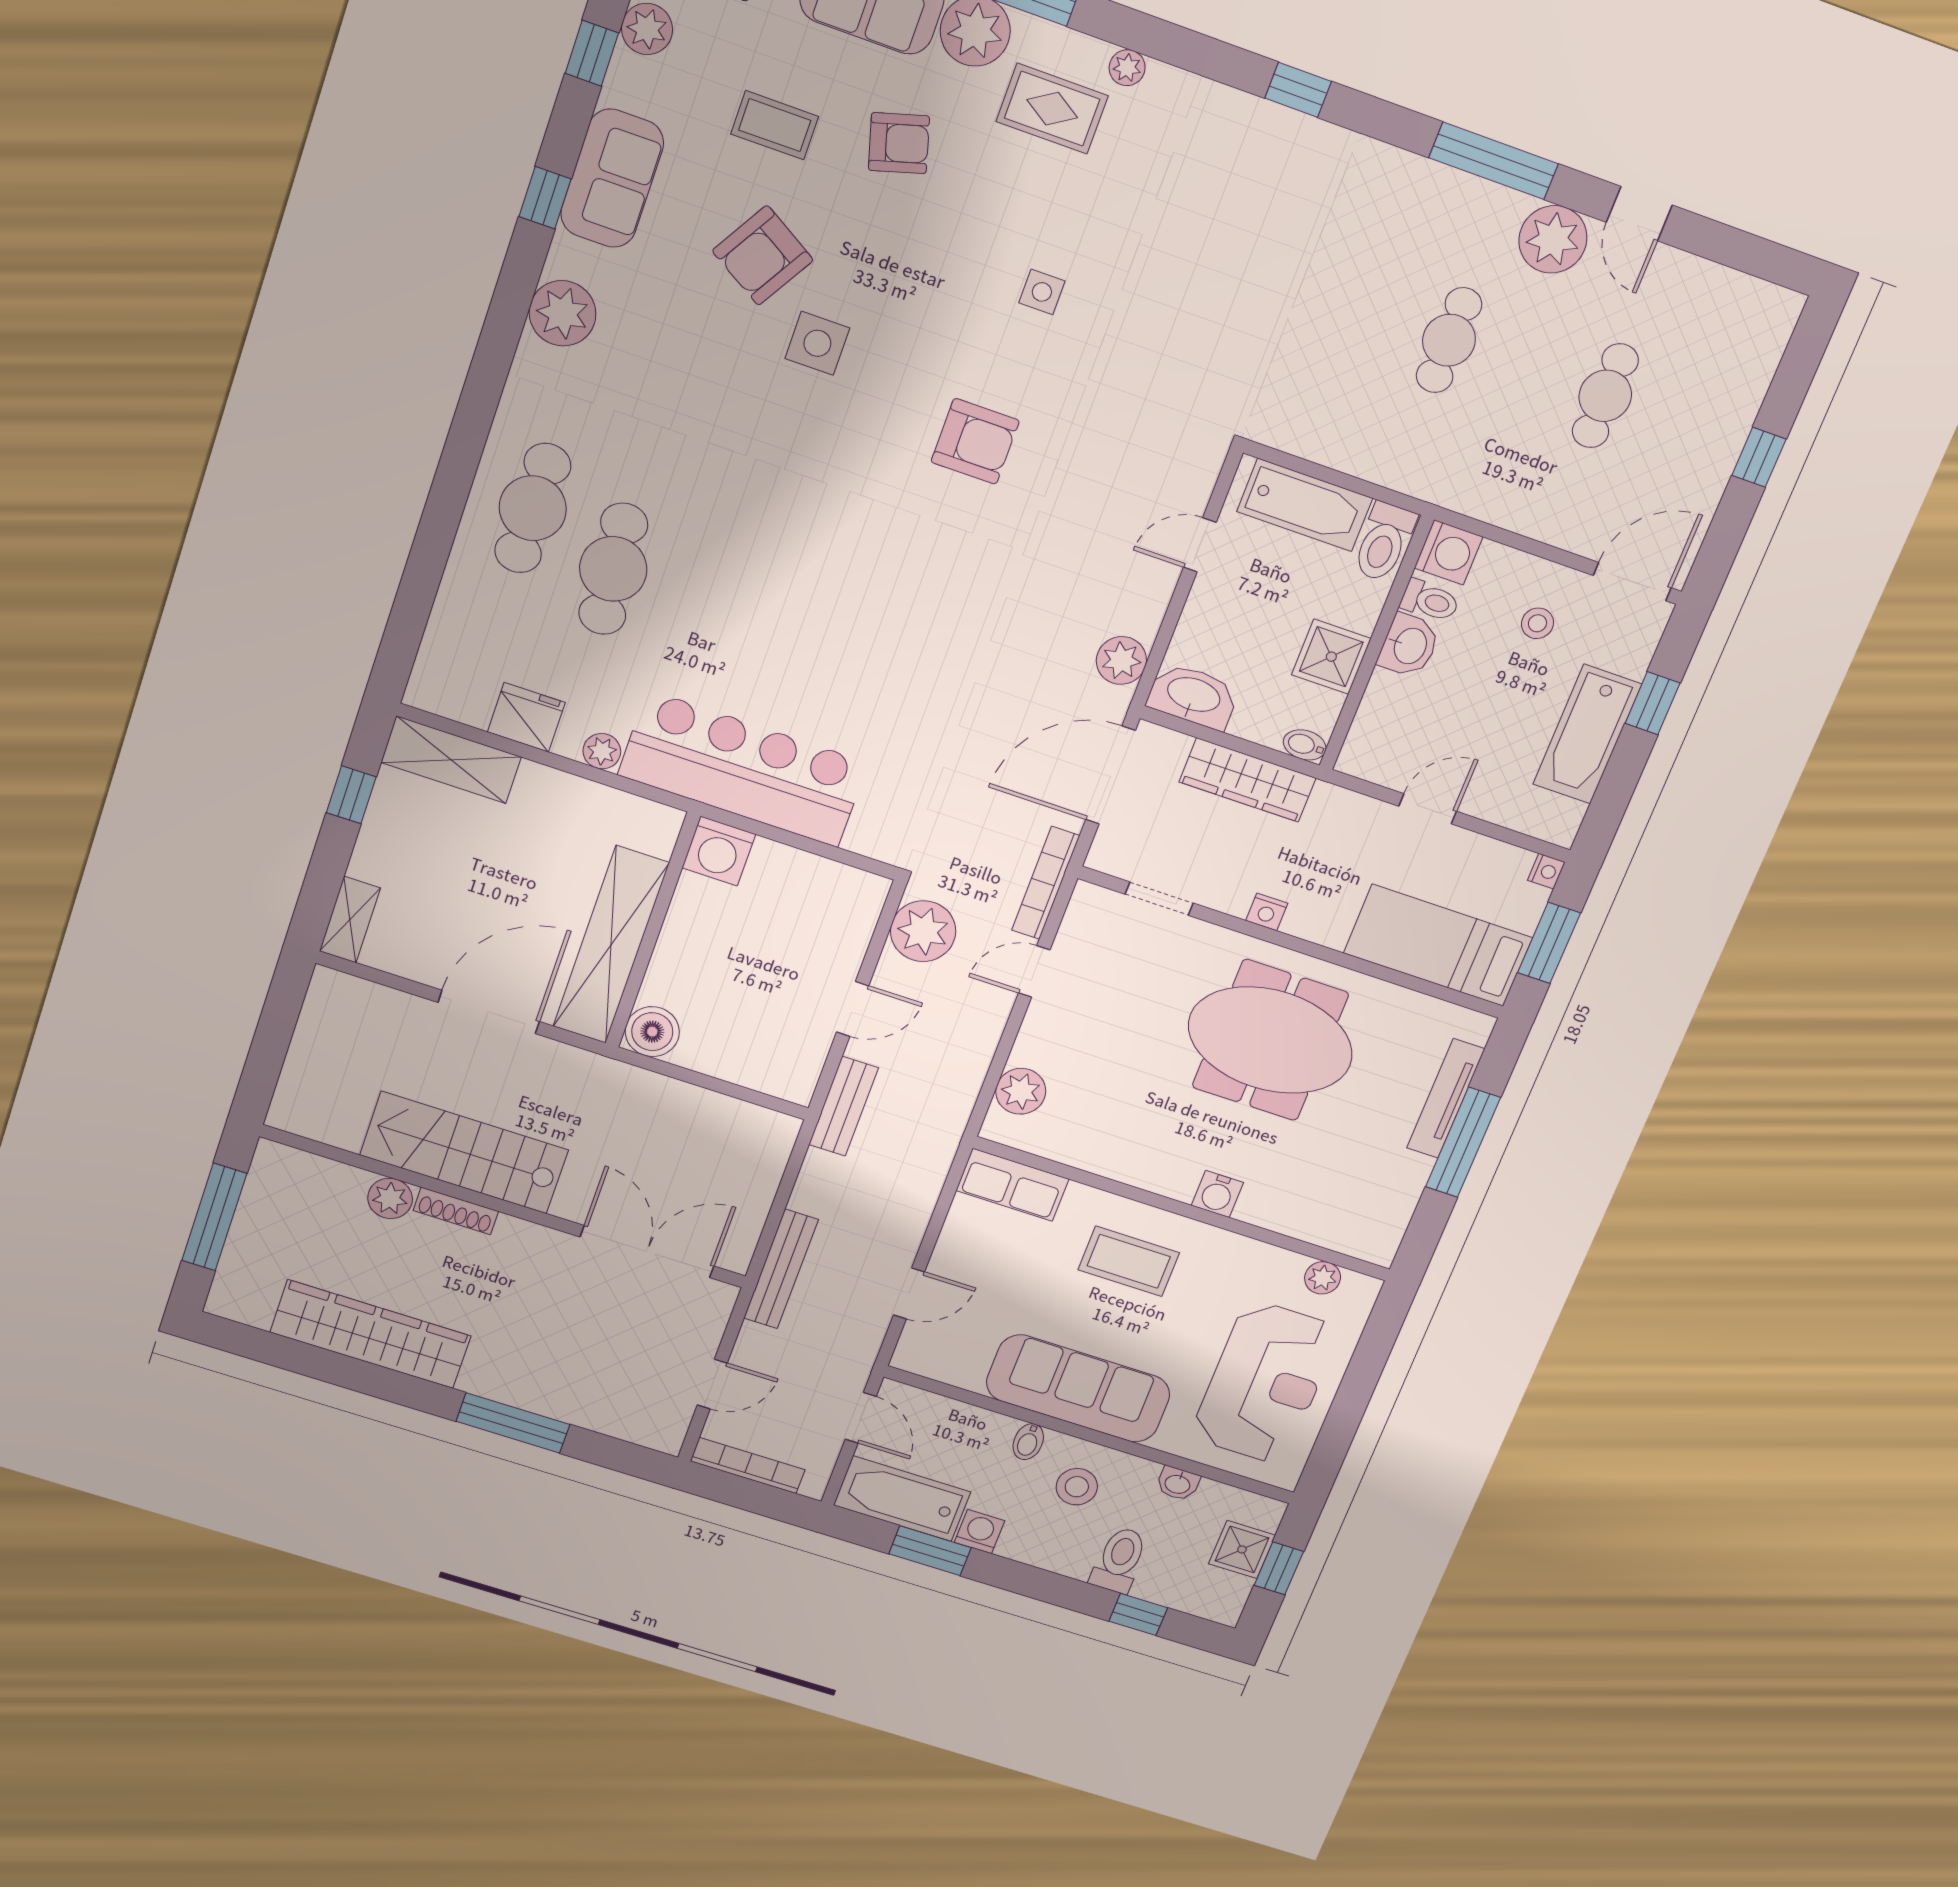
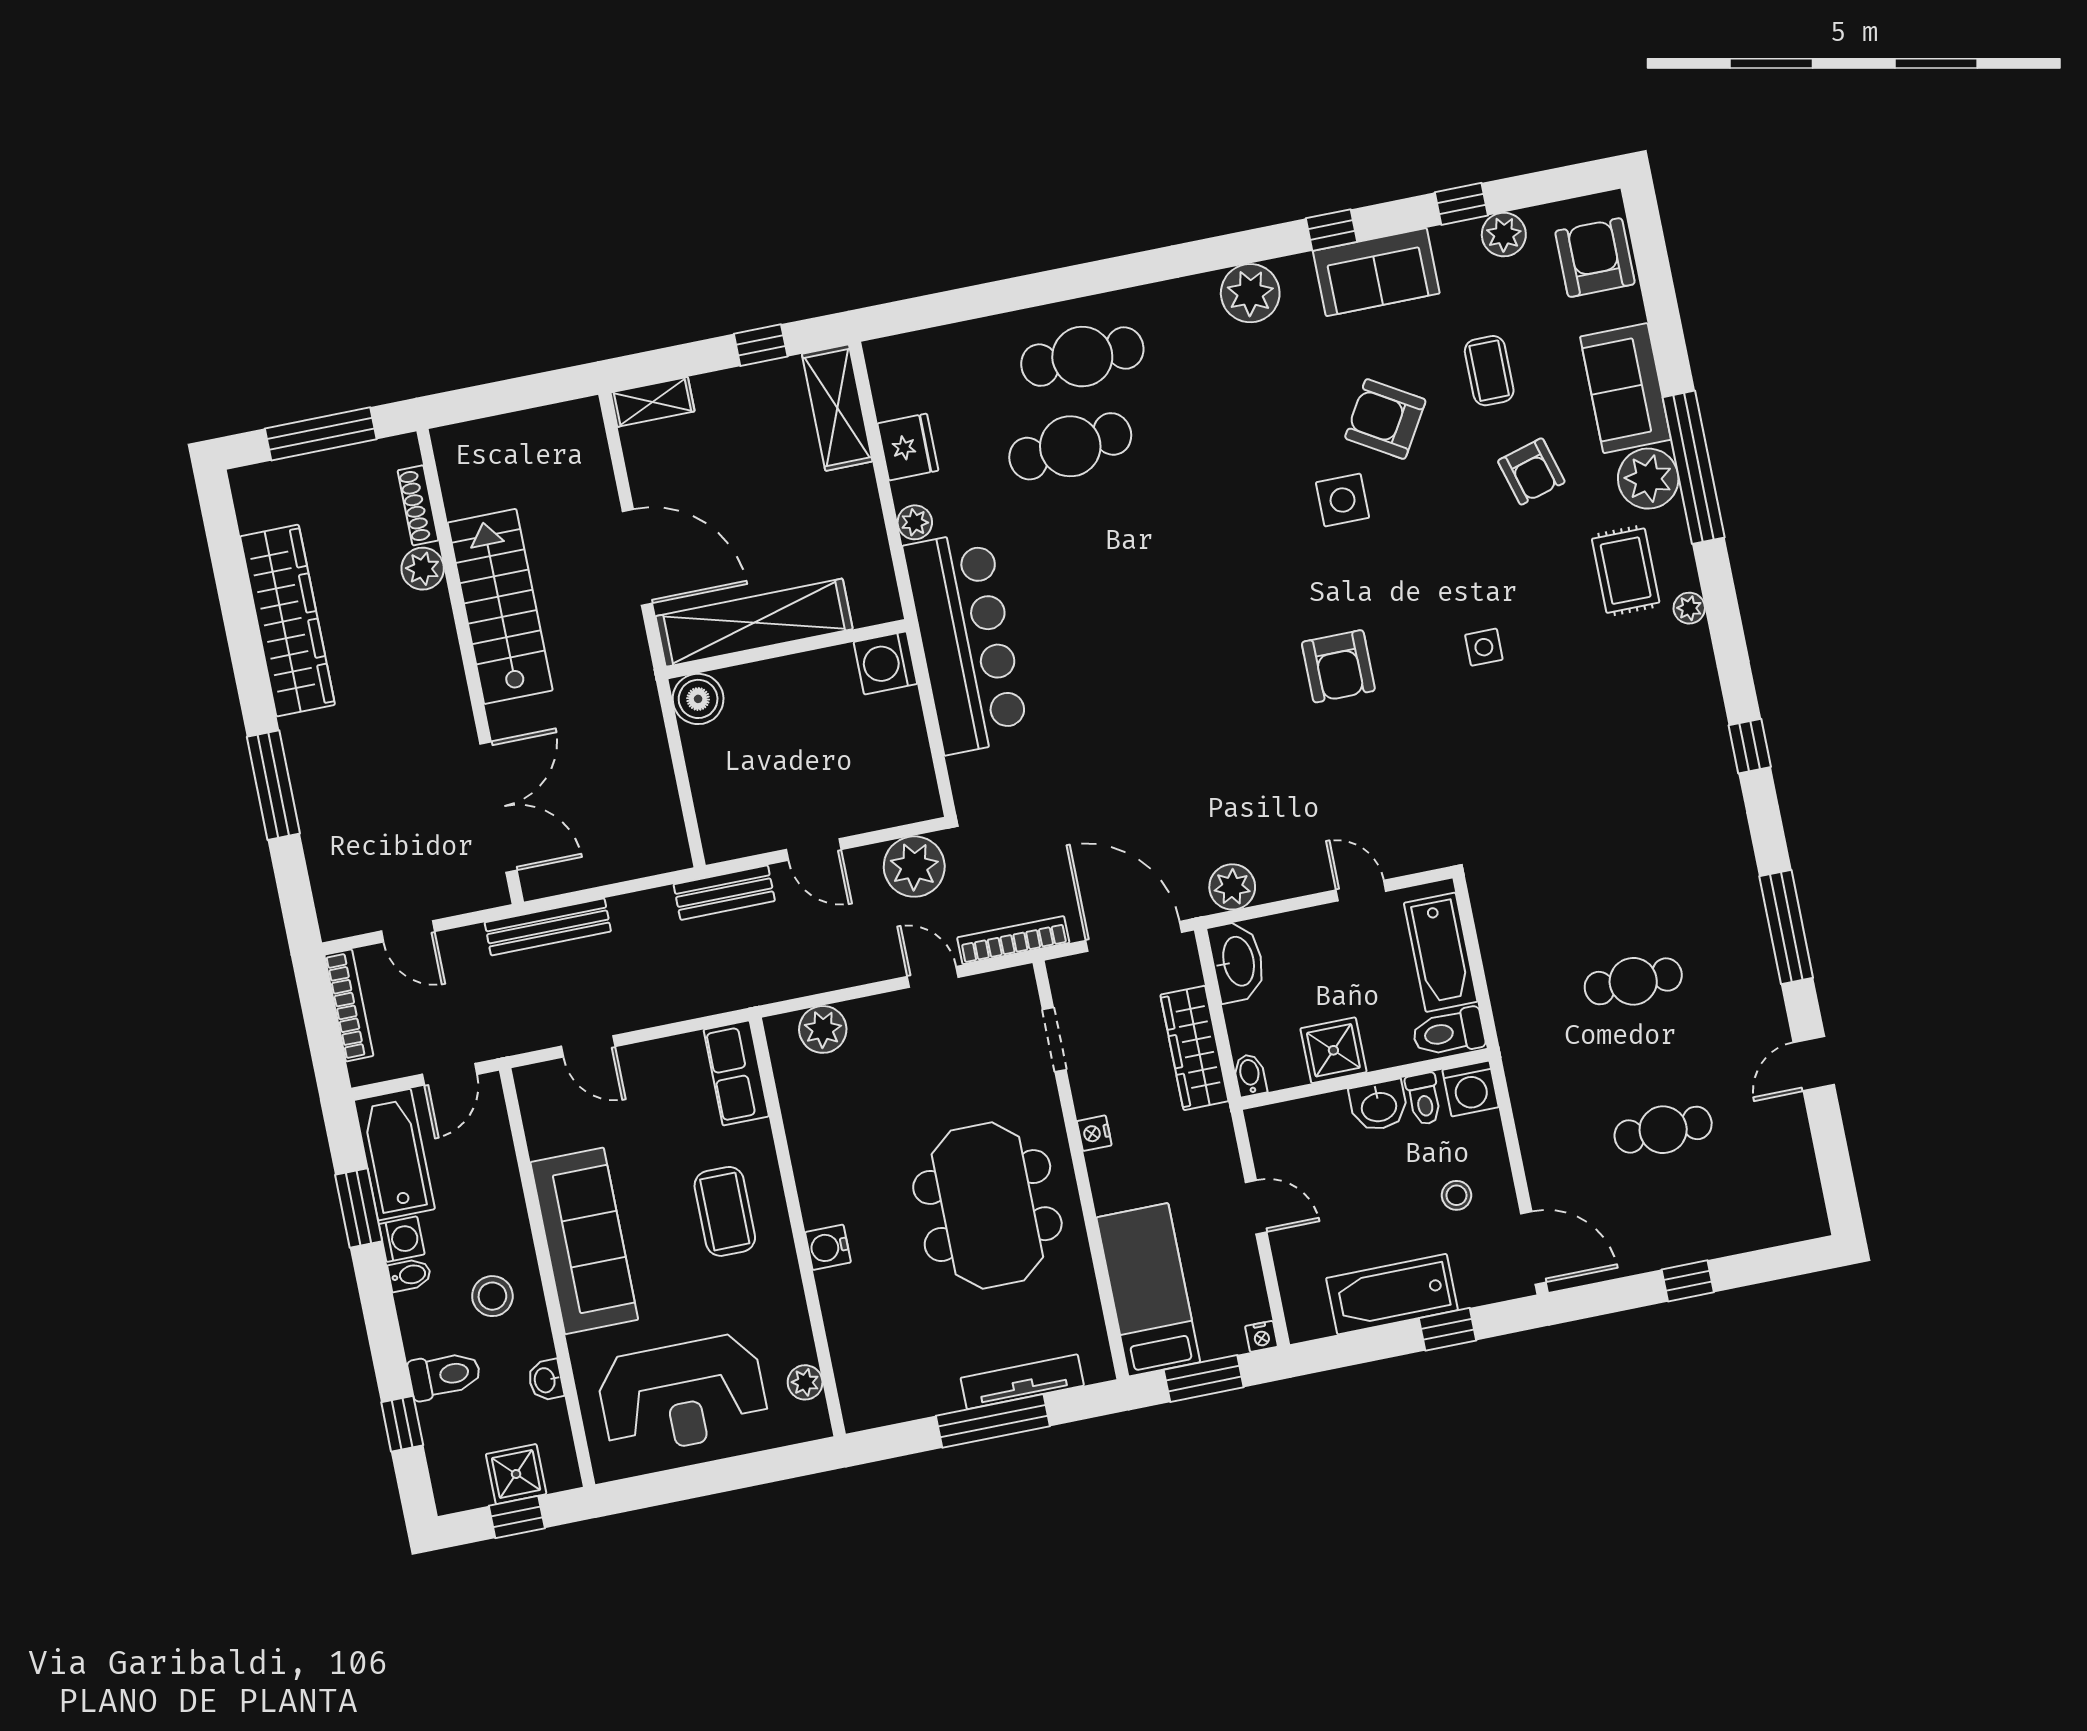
plant: (1553, 239) -> (1756, 1011), removed
shoe rack: (456, 1211) -> (418, 505), moved
bidet: (1028, 1442) -> (410, 1275), moved, turned 180

